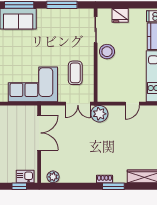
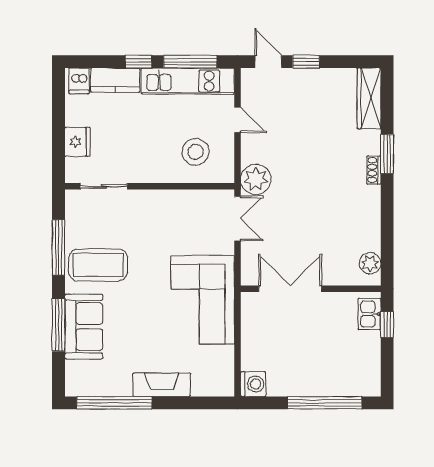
stool: (107, 52) -> (196, 152), moved
coffee table: (75, 73) -> (98, 265), moved, width x1.36, depth x1.32

